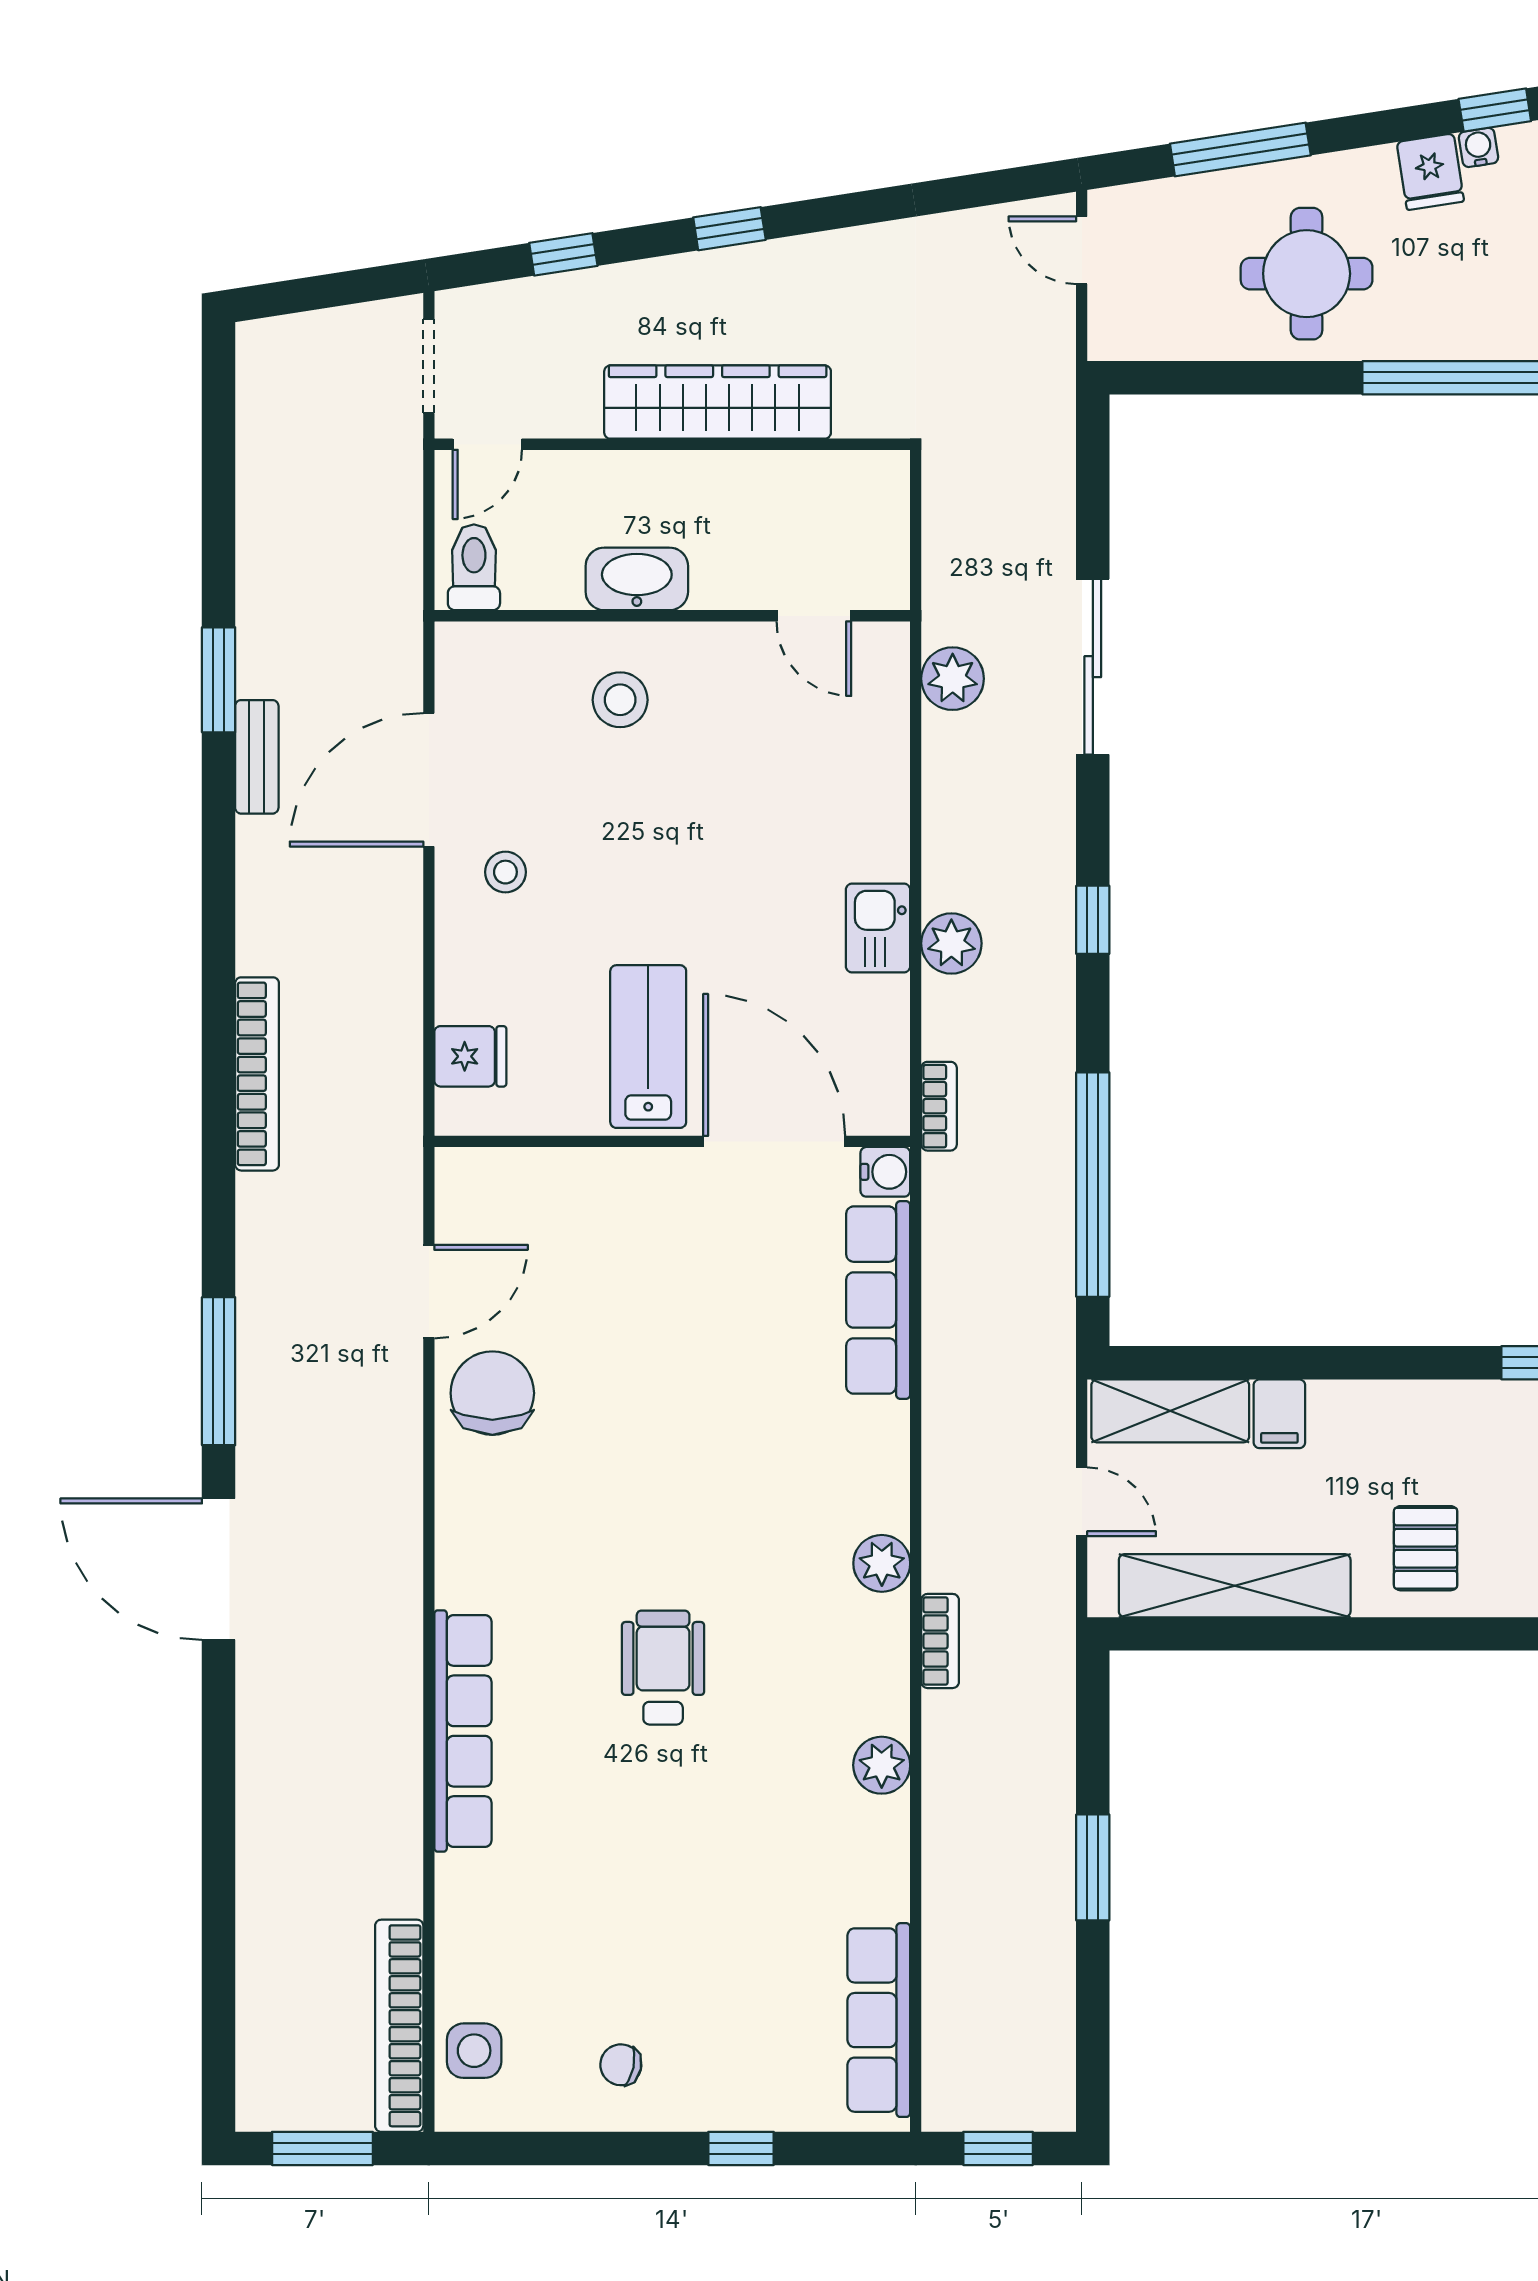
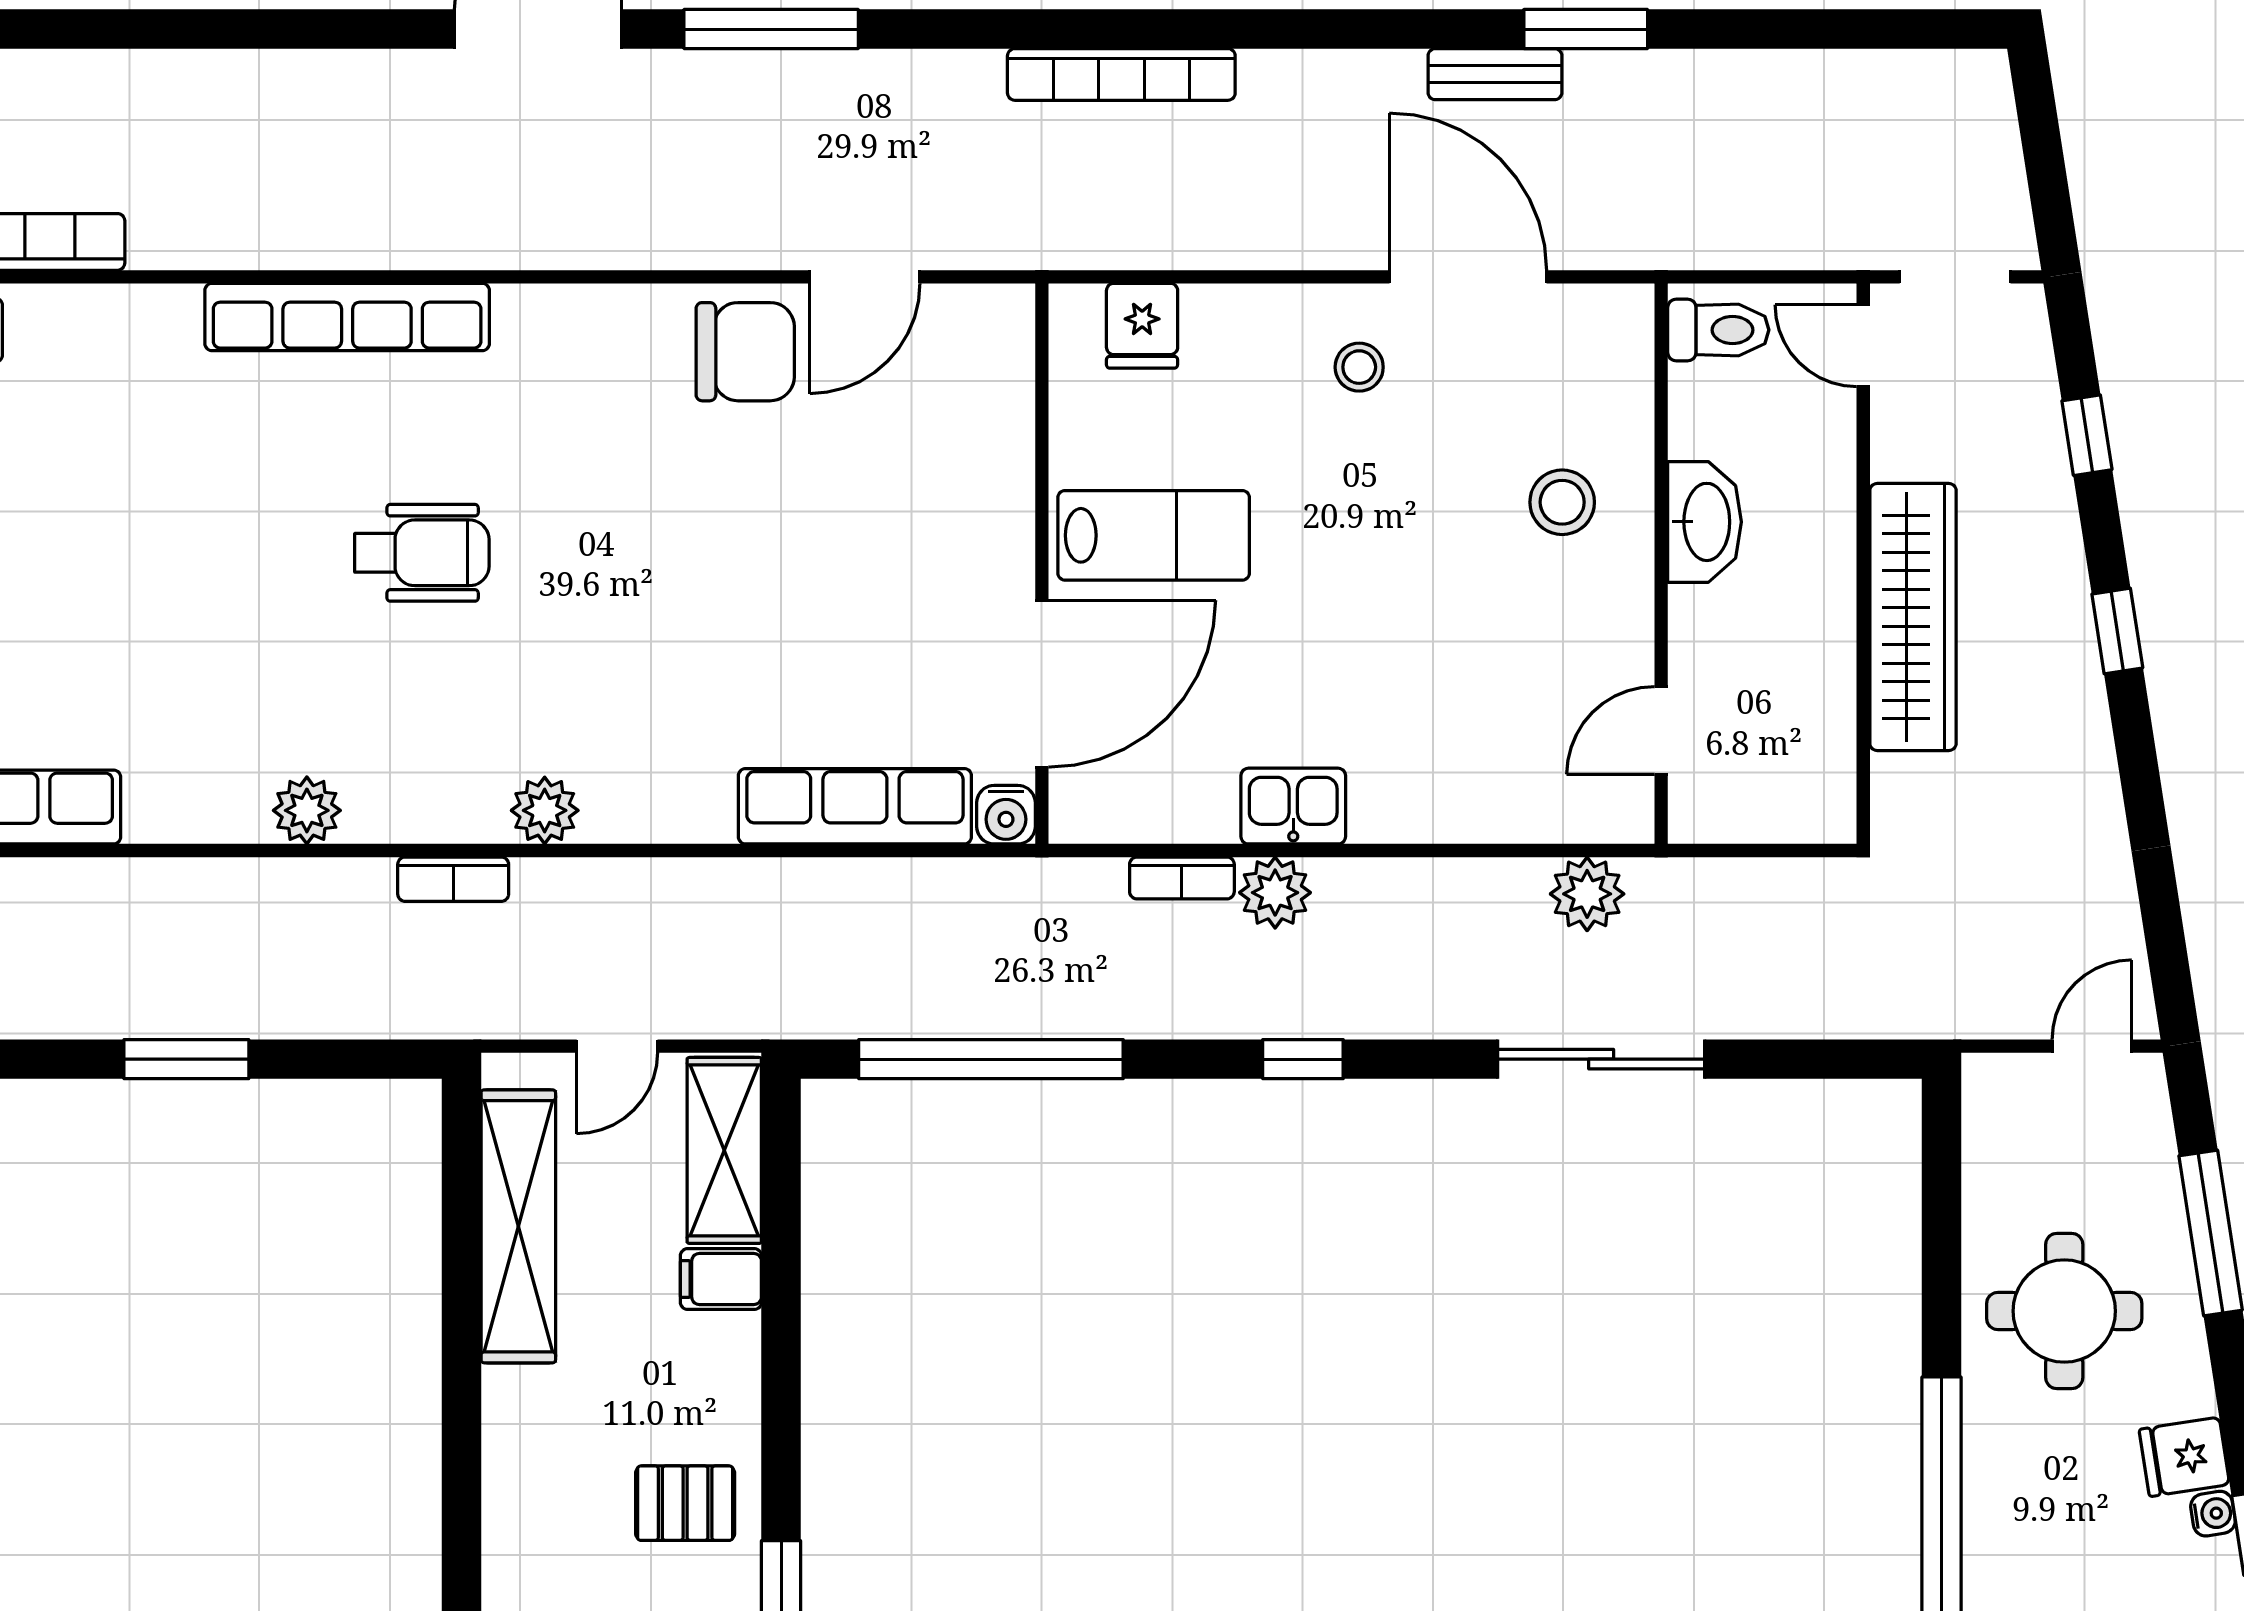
bookcase: (939, 1106) -> (1182, 878), moved
door: (429, 1292) -> (865, 277), hinge flipped
pallet: (1426, 1548) -> (685, 1503), moved

